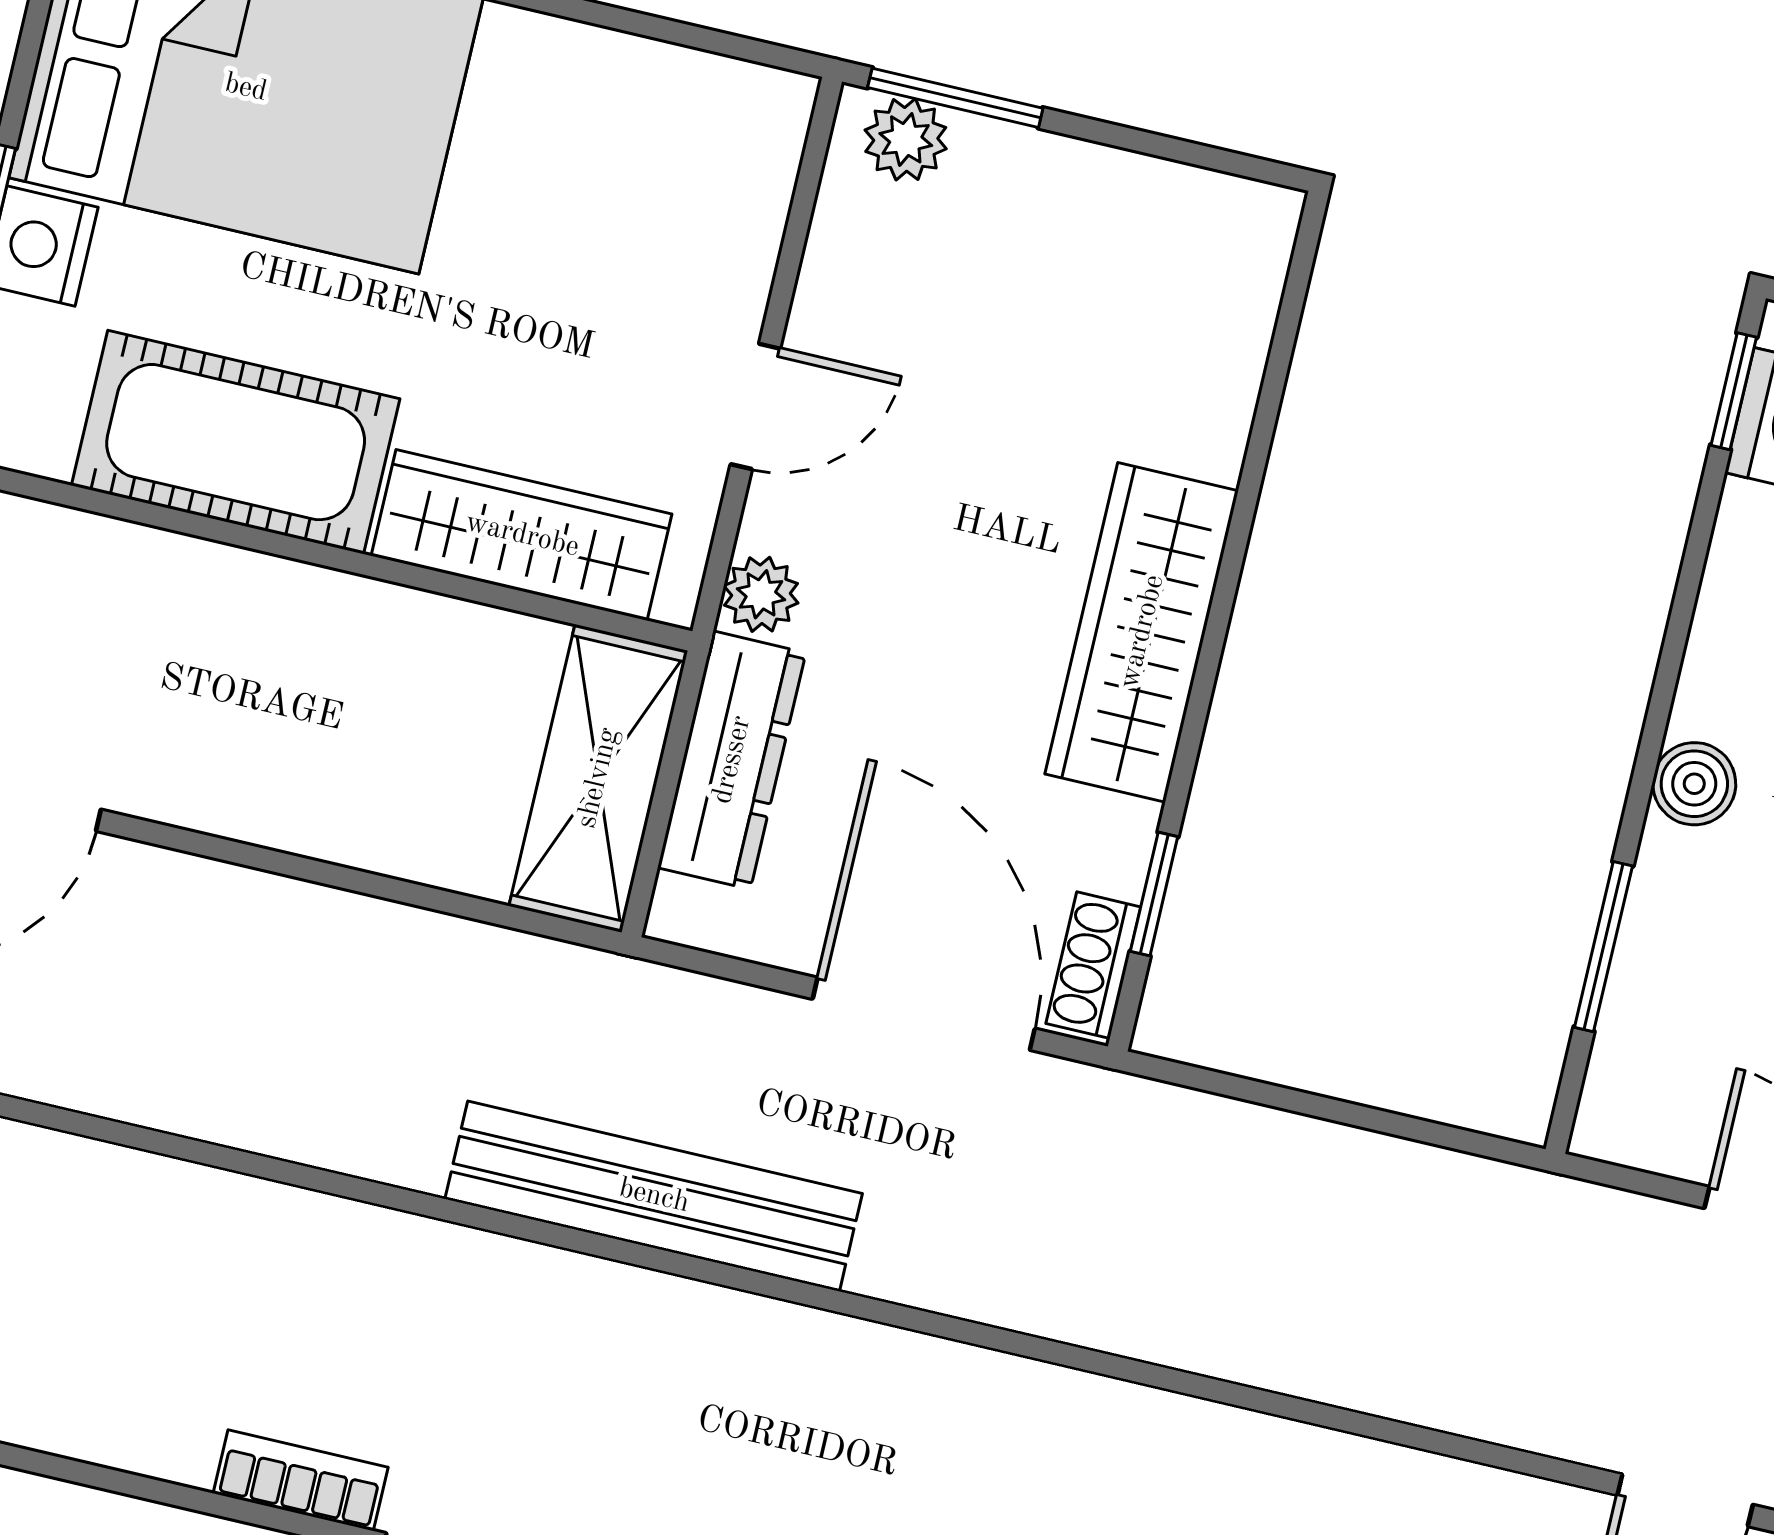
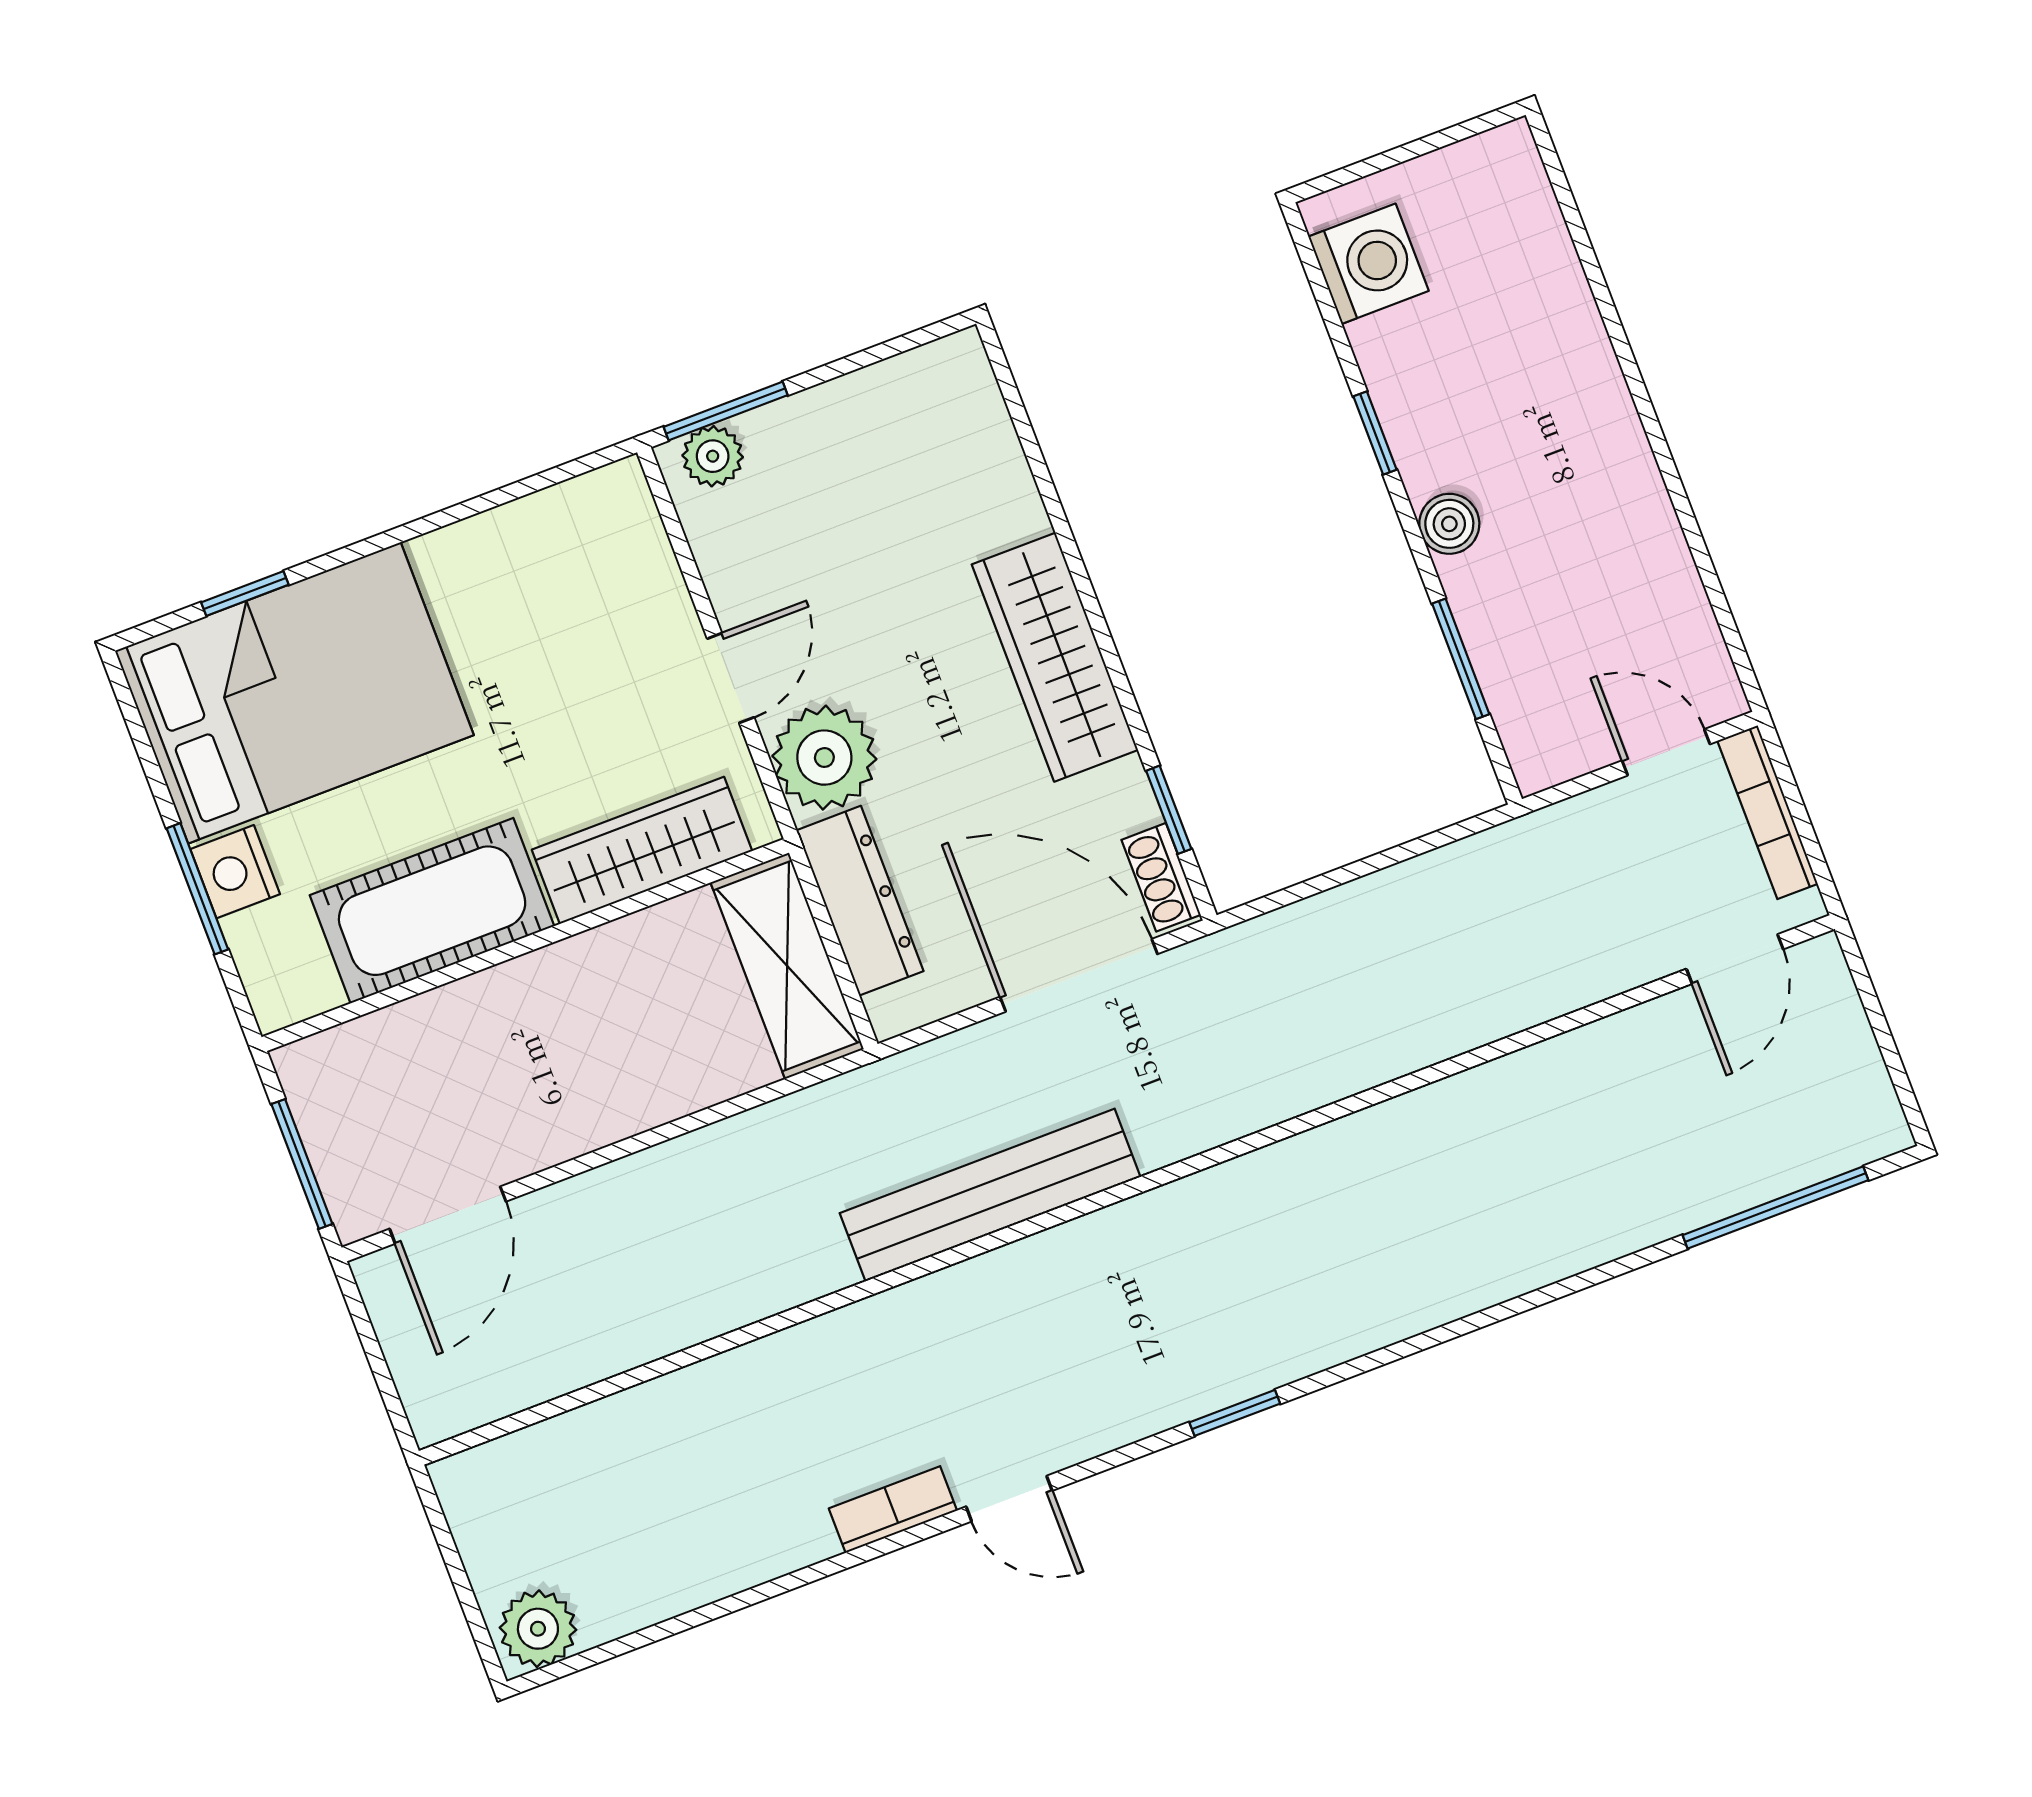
window: (1734, 391) -> (1375, 433), moved
plant: (761, 594) -> (824, 758), width x1.88, depth x1.88

